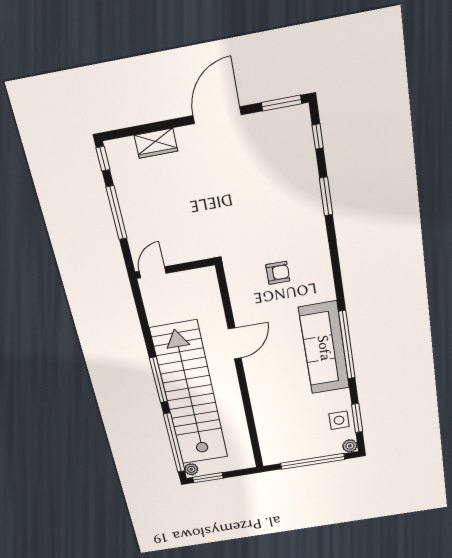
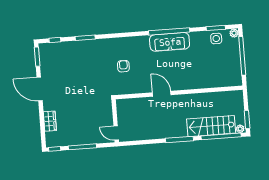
sofa: (324, 348) -> (170, 42), width x0.74, depth x0.79
stairs: (190, 394) -> (211, 126), width x0.54, depth x0.66

